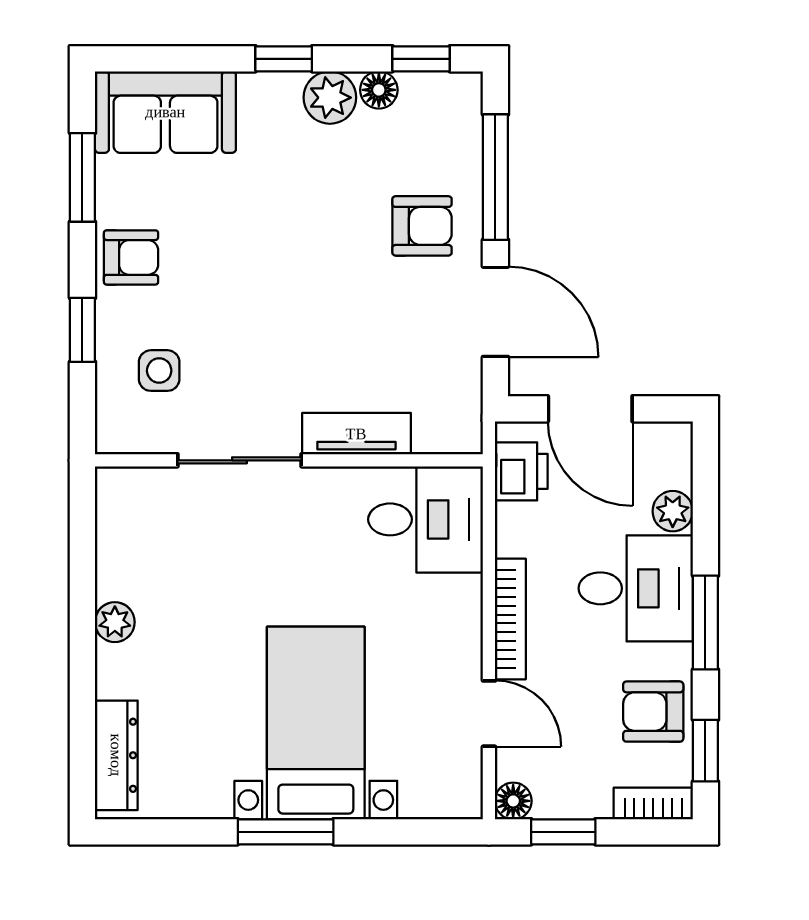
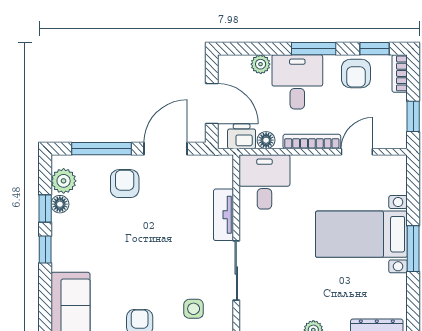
window: (421, 59) -> (45, 208), moved
plant: (330, 98) -> (64, 181), moved
door: (590, 409) -> (212, 103), hinge flipped
floor lamp: (513, 801) -> (266, 140), moved

